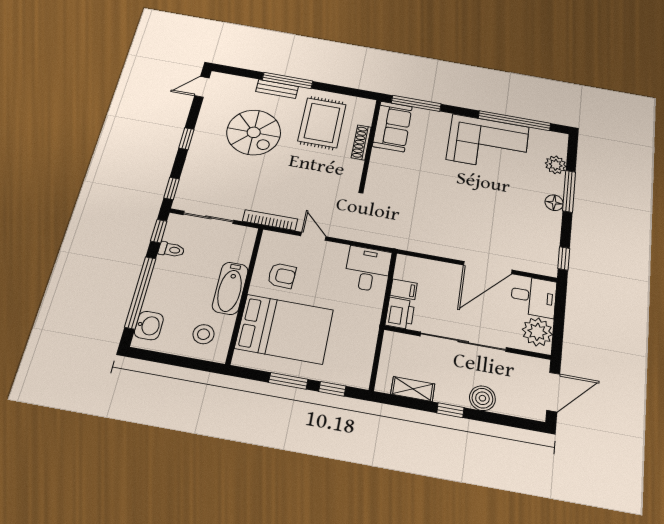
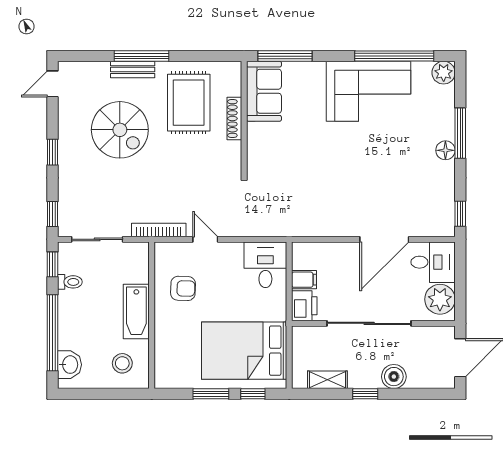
plant: (556, 165) -> (444, 73), moved
bed: (284, 329) -> (244, 351), moved, turned 180

